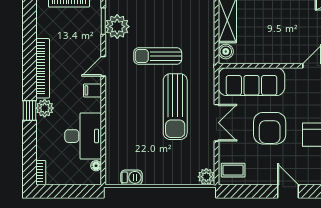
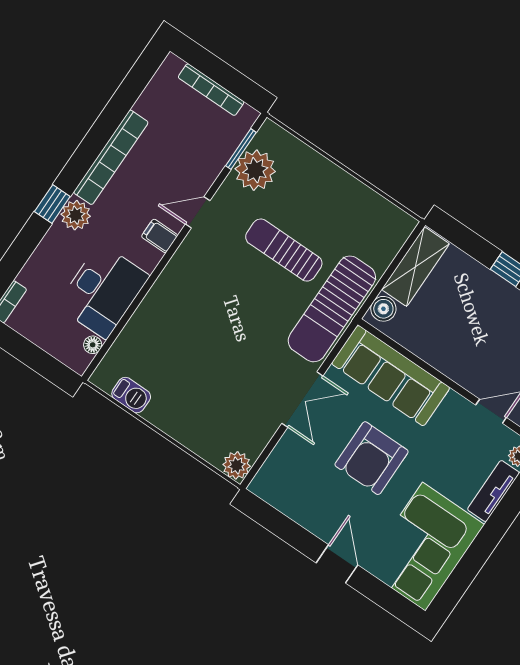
sun lounger: (175, 107) -> (332, 309), moved
coffee table: (233, 170) -> (280, 482), removed

